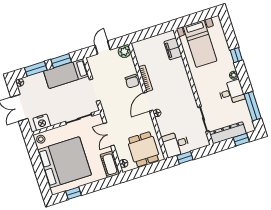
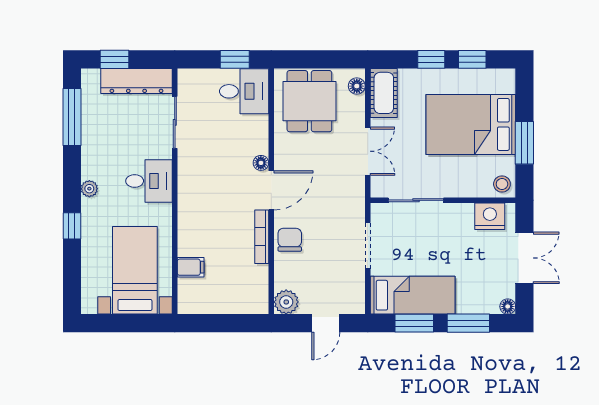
filing cabinet: (173, 49) -> (191, 267), width x0.50
desk: (232, 92) -> (149, 181), moved, turned 180
window: (36, 162) -> (524, 143), added
bed: (64, 162) -> (471, 124), width x0.73
window: (93, 187) -> (431, 59), added

